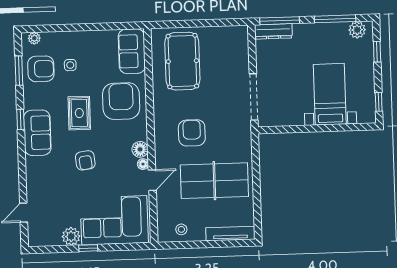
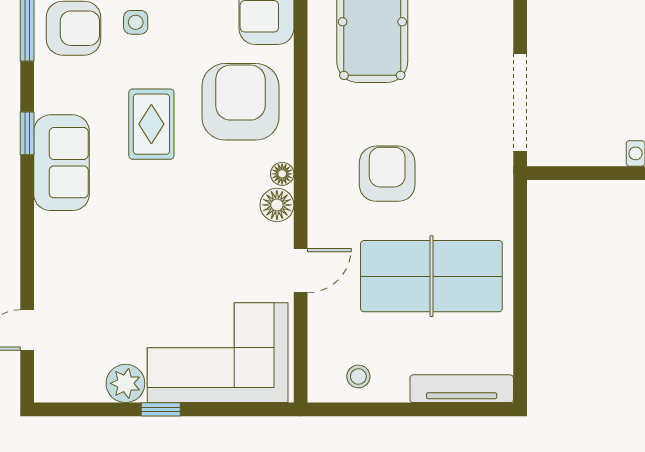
armchair: (85, 160) -> (161, 224), removed
floor lamp: (143, 164) -> (282, 174), moved

